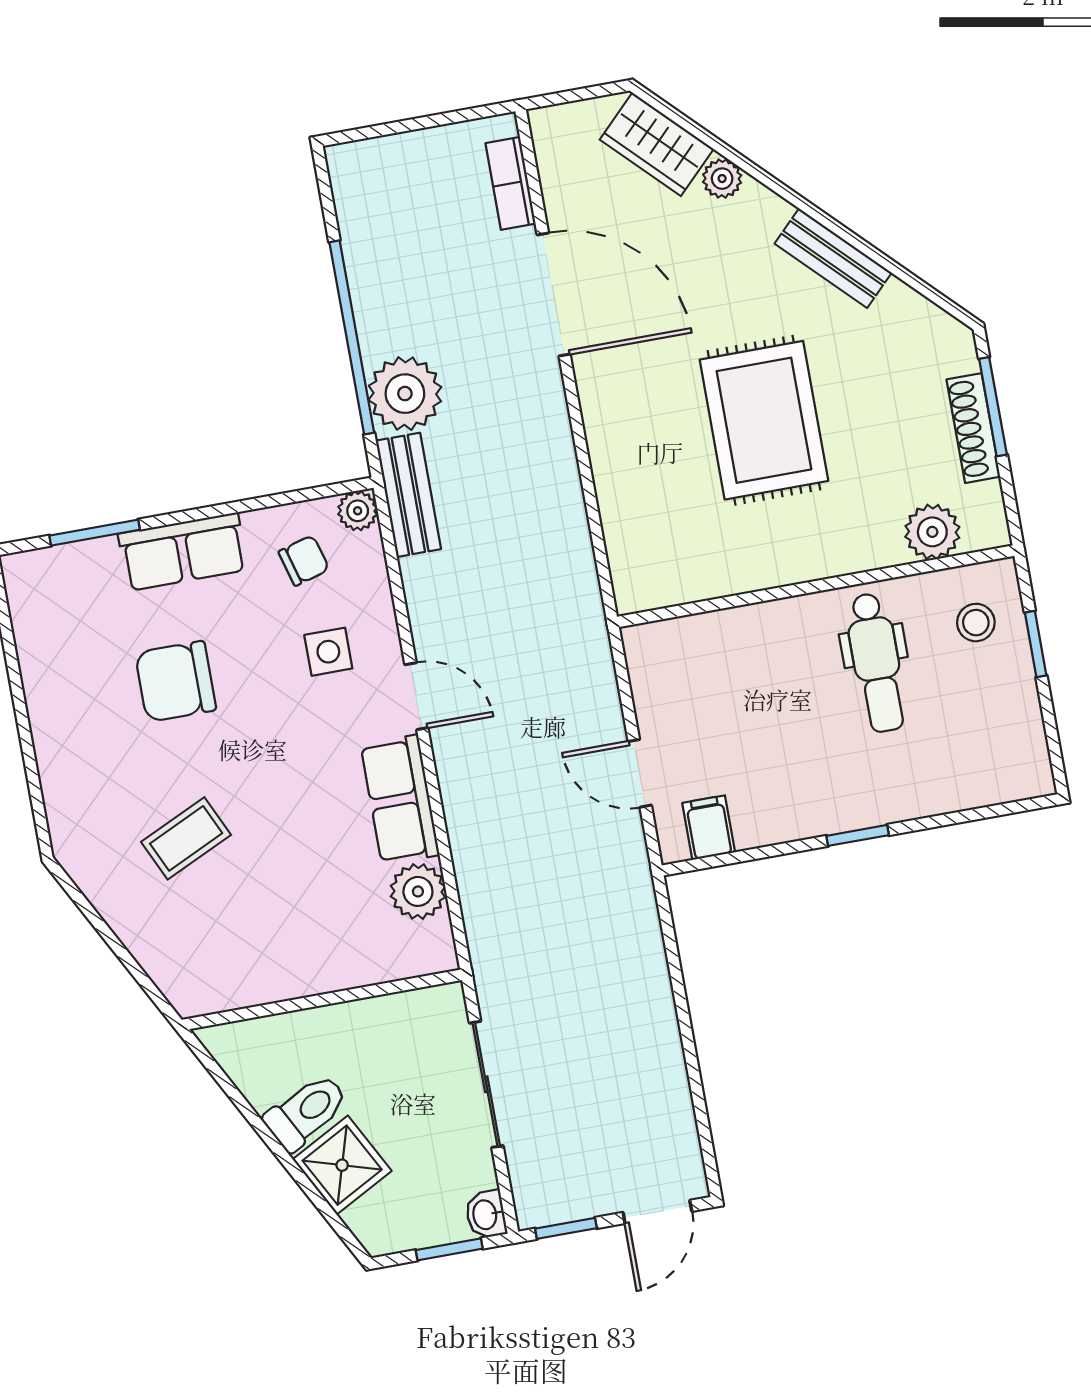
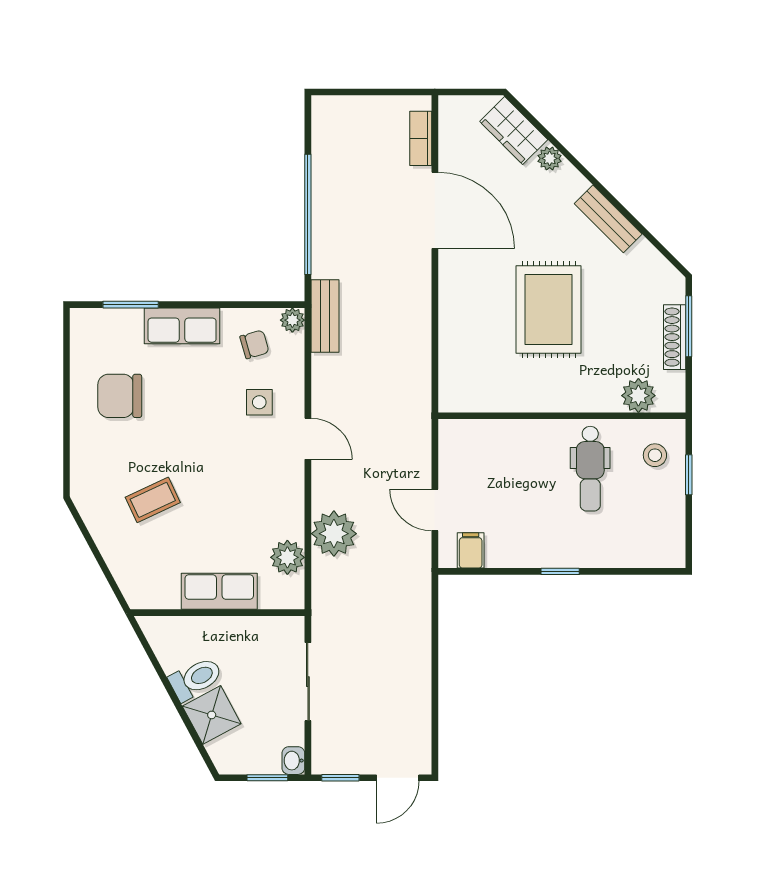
plant: (405, 394) -> (334, 534), moved
chair: (176, 681) -> (120, 396), moved
row of seats: (400, 800) -> (219, 591), moved, turned 90

